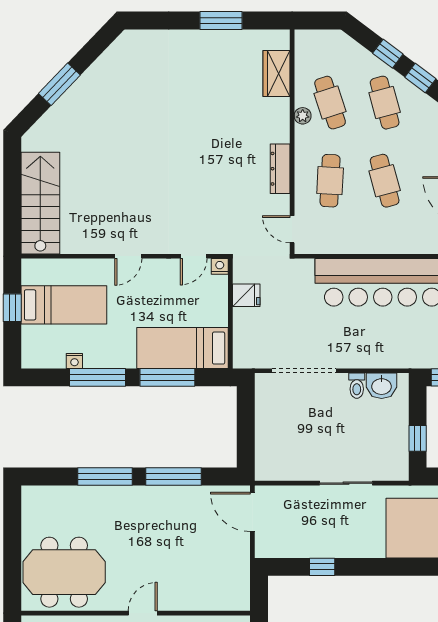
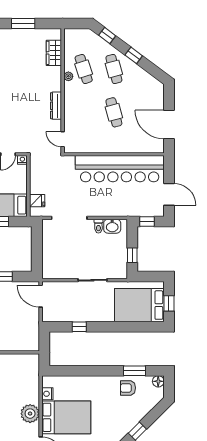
window: (388, 54) -> (107, 35), moved
cafe table: (330, 181) -> (84, 112), removed
fridge: (246, 295) -> (37, 201), moved

